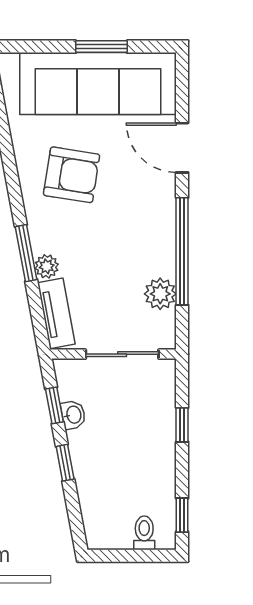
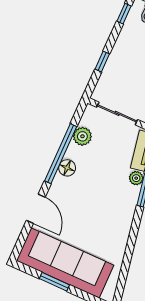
armchair: (72, 175) -> (101, 221), removed
floor lamp: (162, 234) -> (67, 168), added

